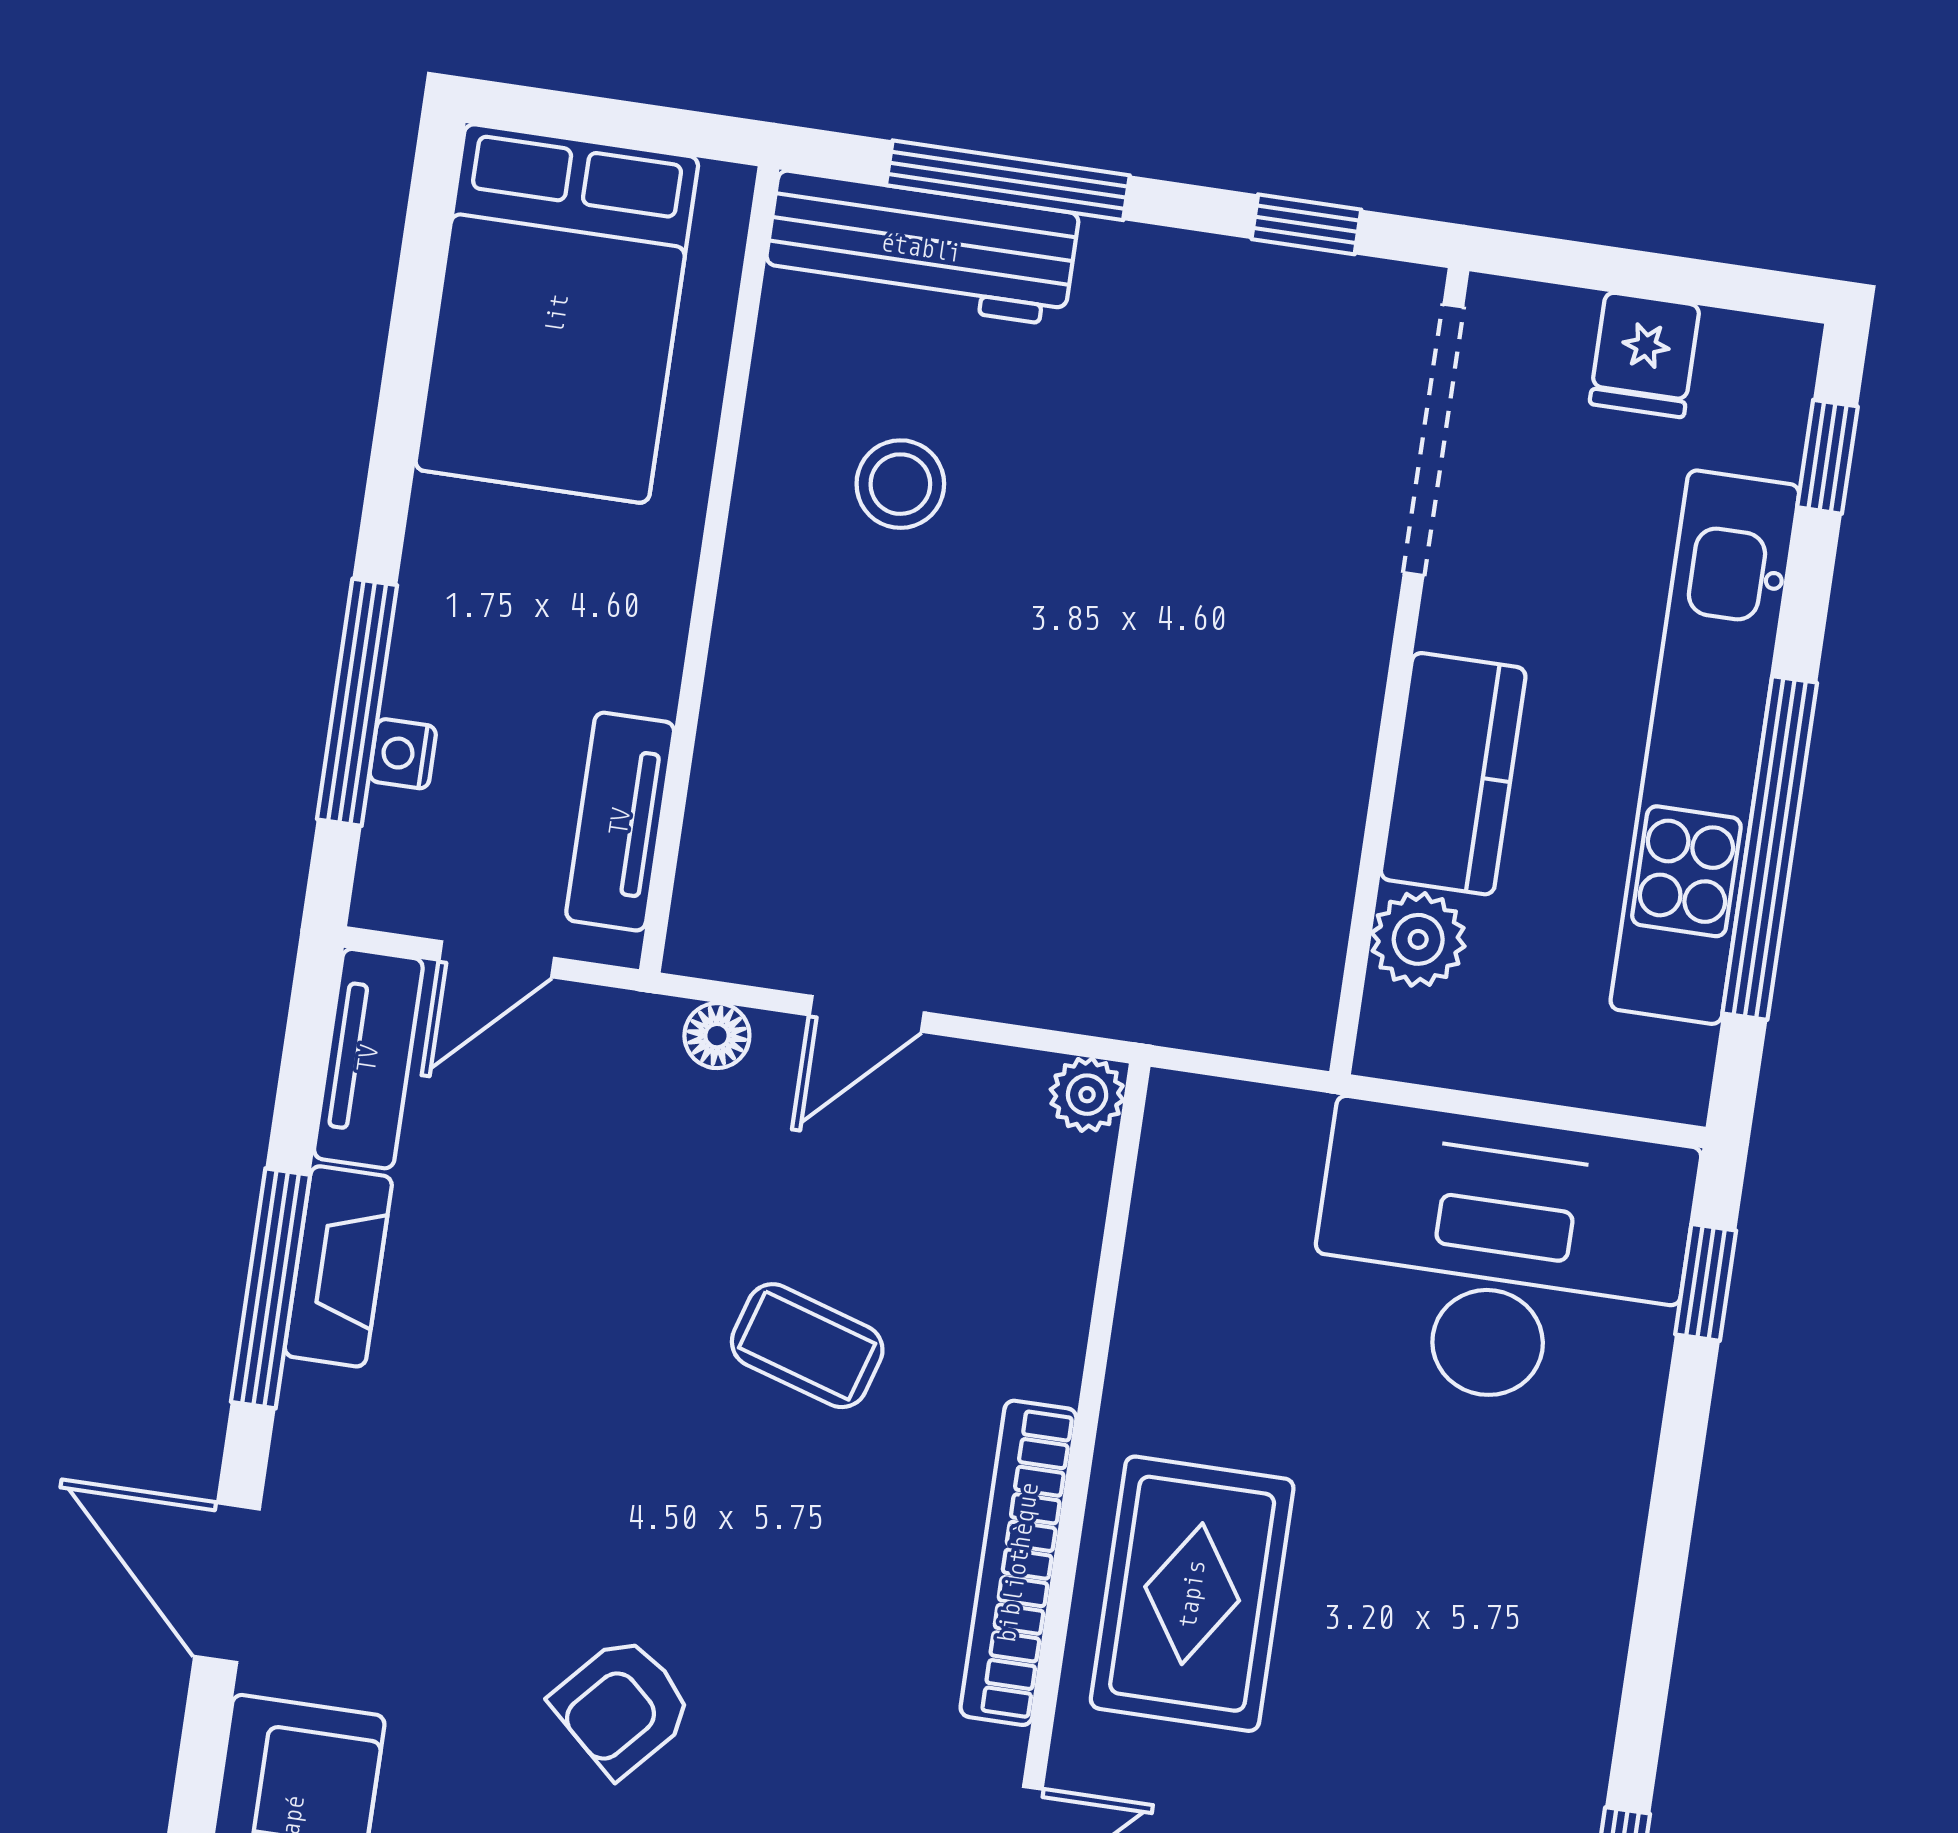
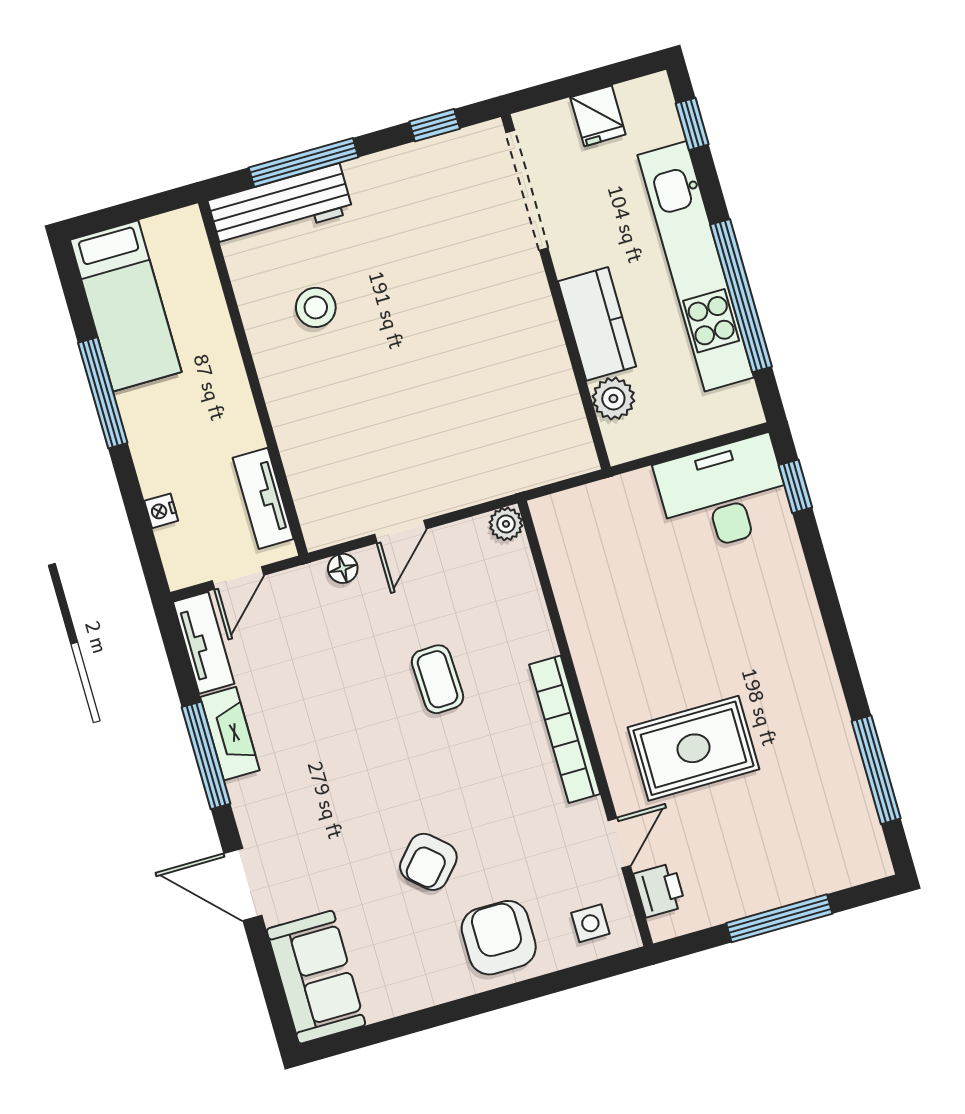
bed: (557, 314) -> (126, 306), width x0.67
window: (357, 702) -> (103, 393), moved
desk: (1500, 1258) -> (724, 494), width x0.73, depth x0.77
coffee table: (807, 1346) -> (437, 679), turned 71
rug: (1192, 1594) -> (694, 748), moved, turned 90

